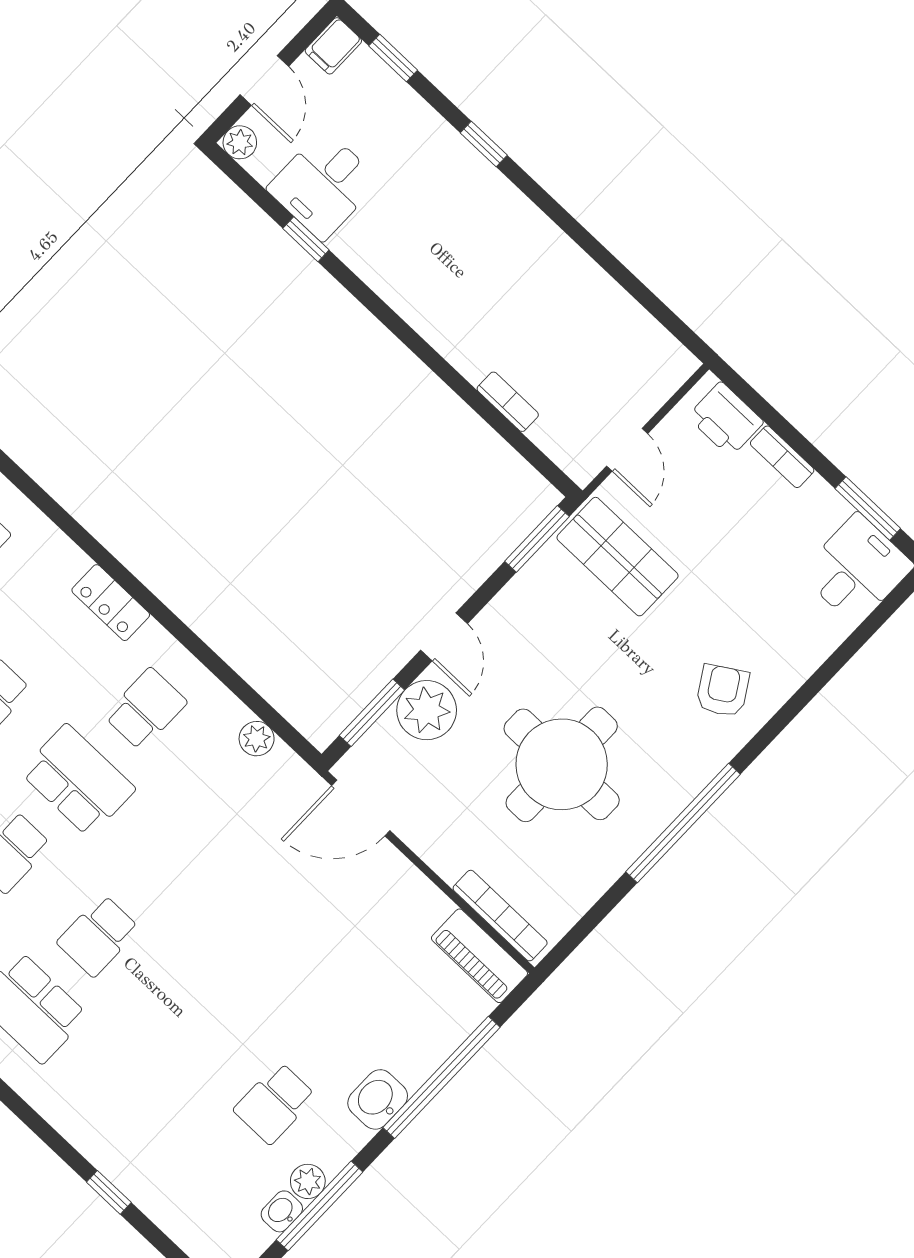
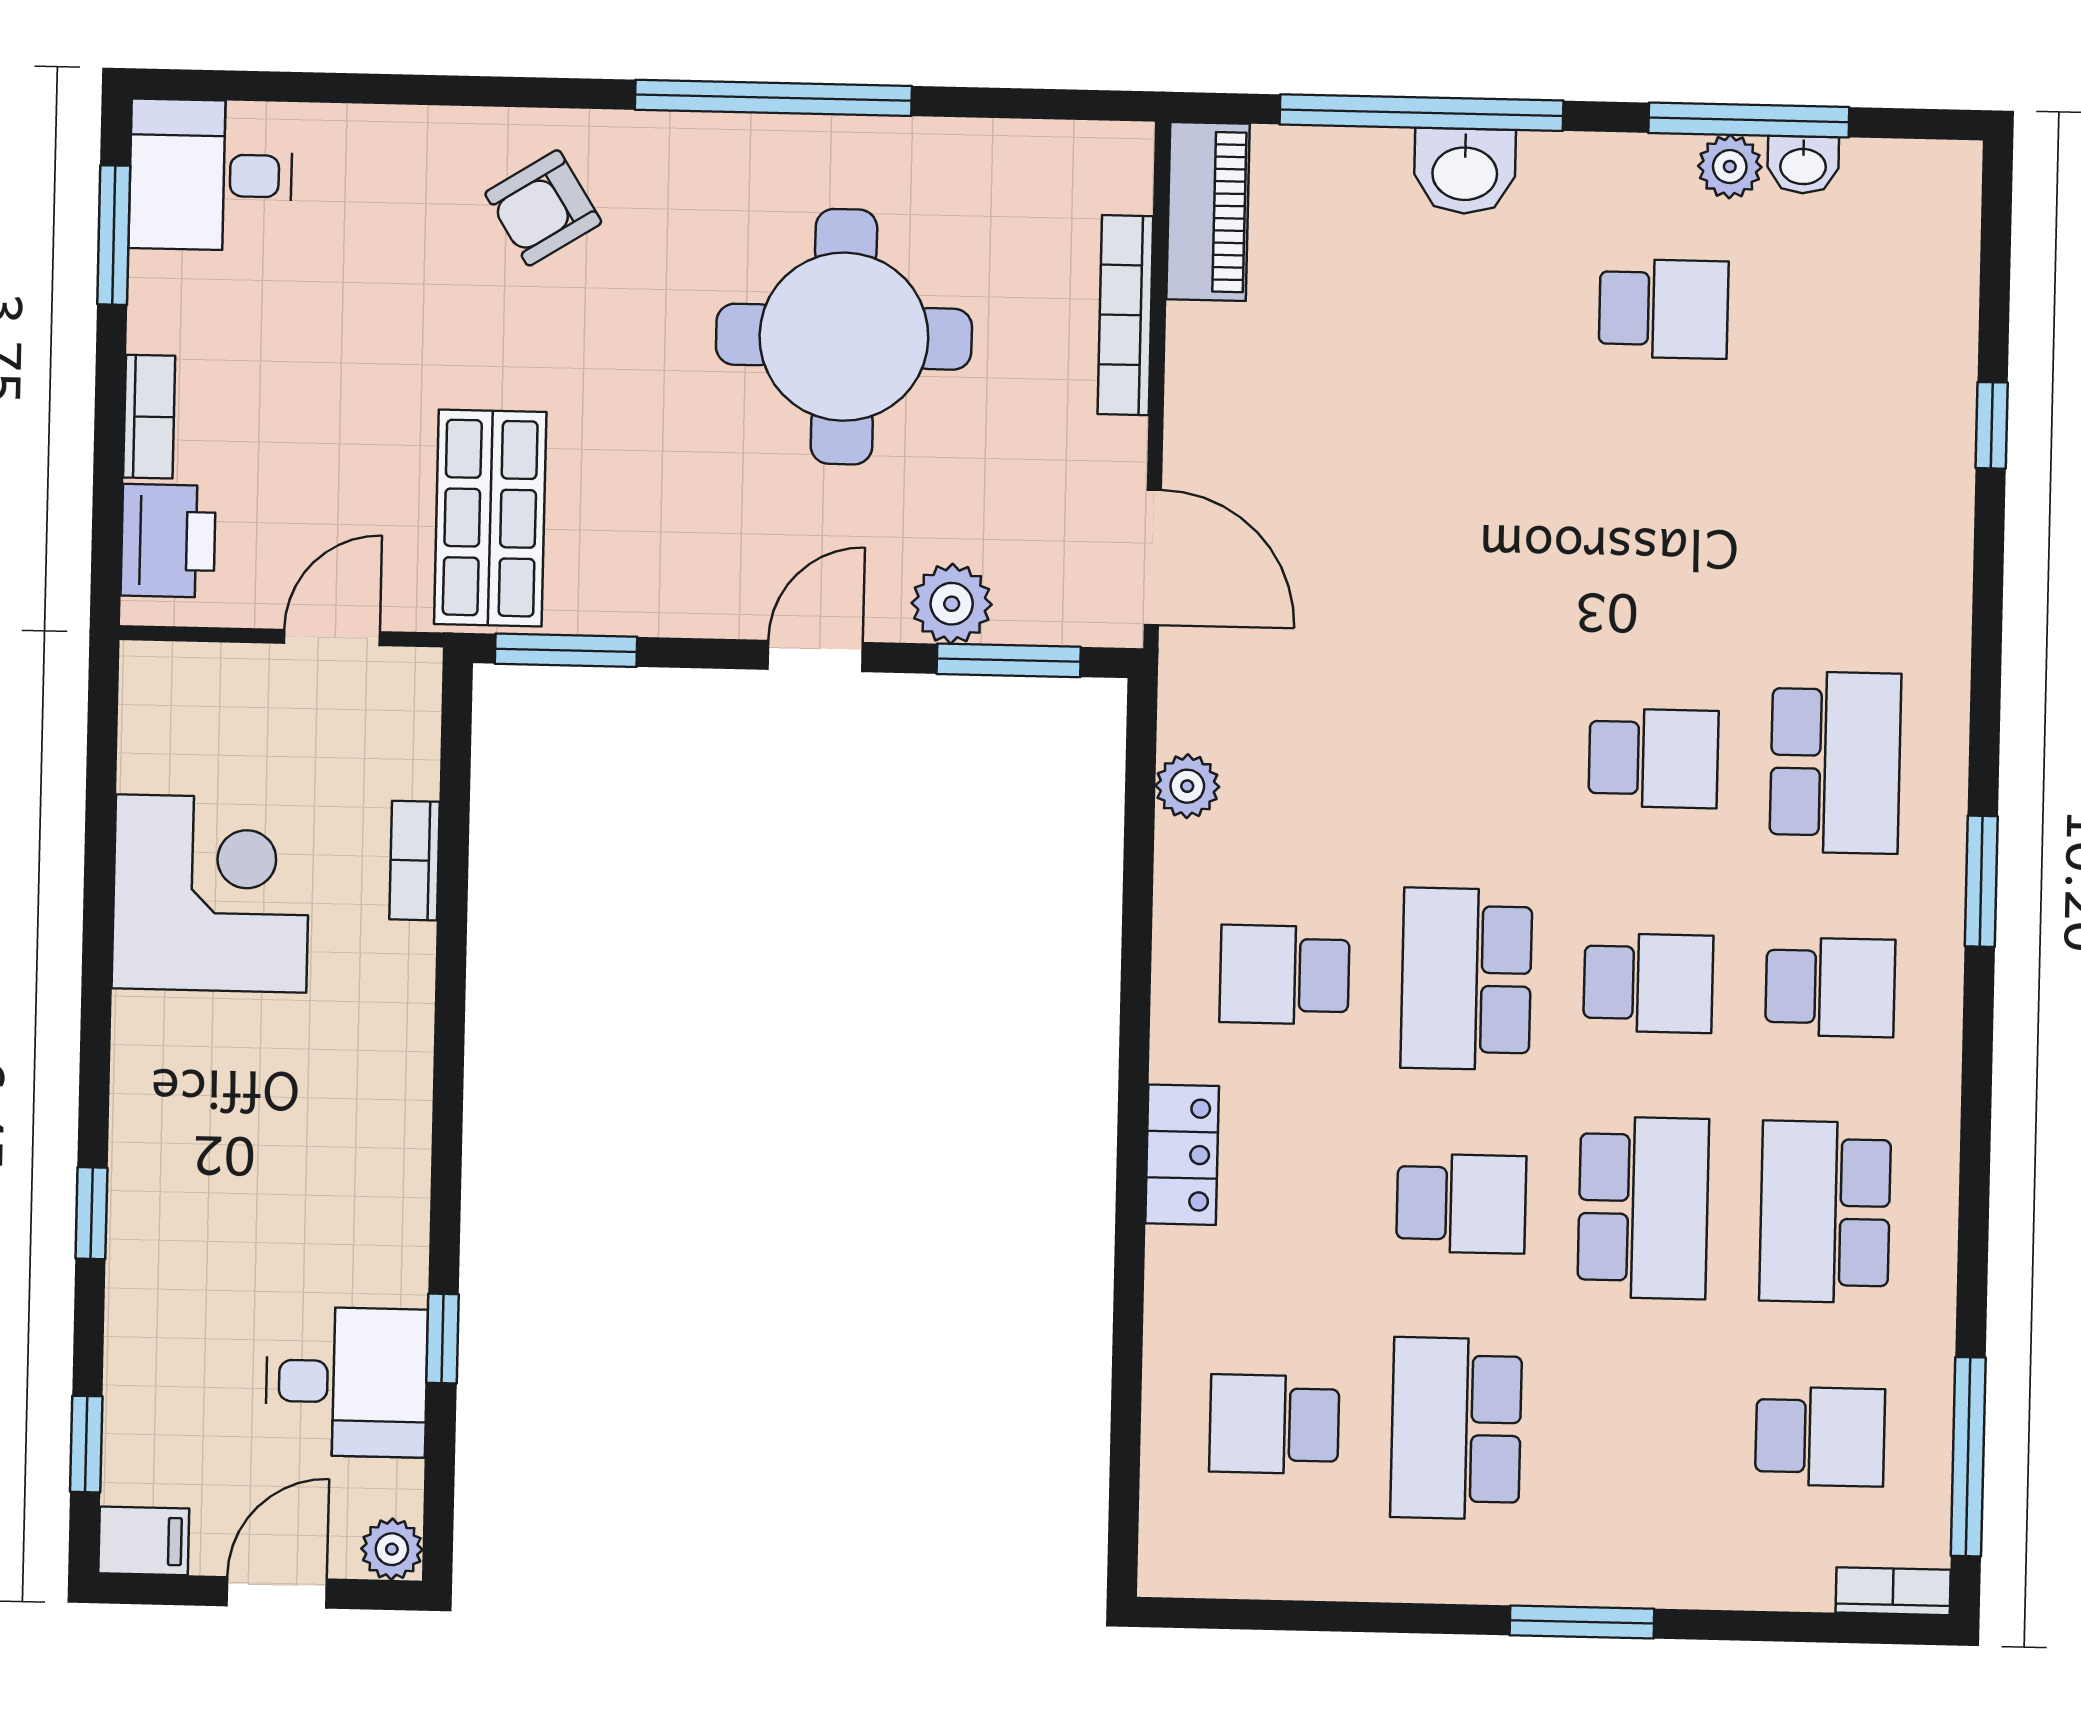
corner desk: (568, 308) -> (211, 893), added
plant: (427, 710) -> (952, 604), width x0.73, depth x0.73
bookcase: (500, 916) -> (1125, 315), moved
washbasin: (378, 1099) -> (1465, 171), moved

